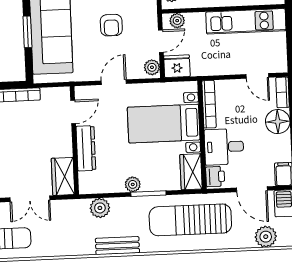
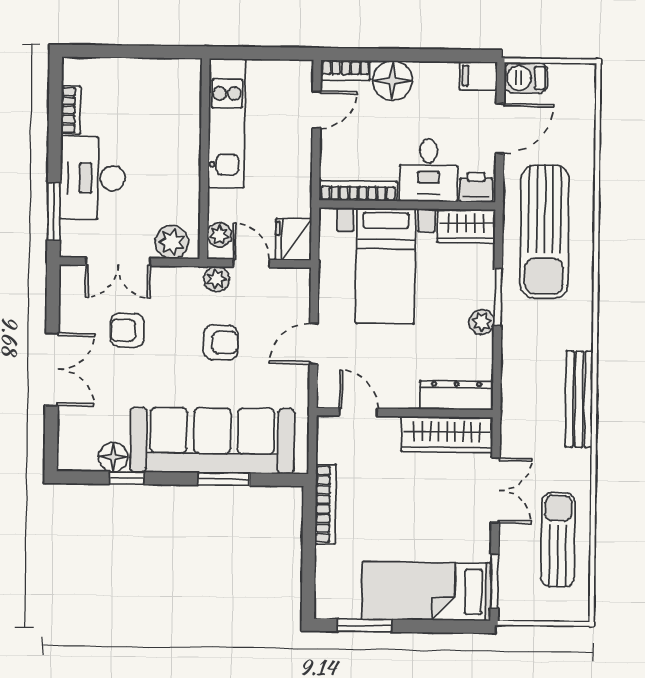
plant: (152, 67) -> (217, 279), moved
door: (114, 82) -> (314, 344), hinge flipped
dresser: (86, 148) -> (456, 395), moved
wardrobe: (63, 176) -> (447, 435), width x1.50
plant: (100, 208) -> (517, 377), removed
plant: (266, 237) -> (578, 111), removed
bench: (117, 246) -> (579, 399), moved, width x1.36

